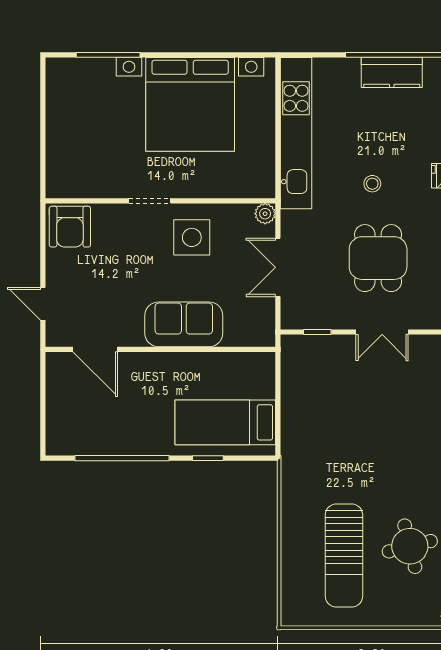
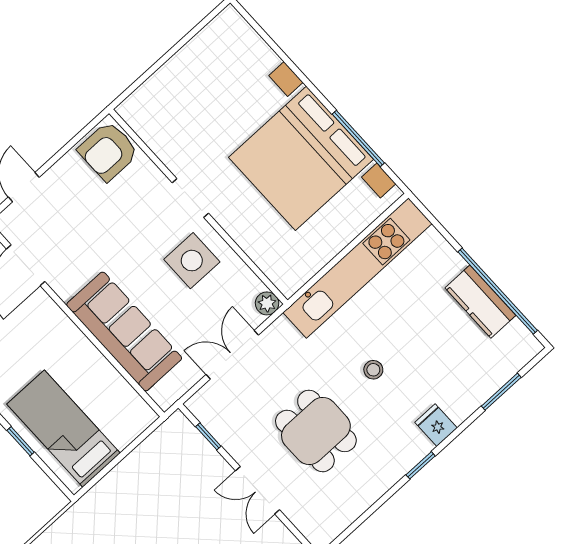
window: (108, 55) -> (358, 138), moved
dining table: (378, 258) -> (316, 431), turned 90
sofa: (184, 324) -> (124, 331), width x1.36

